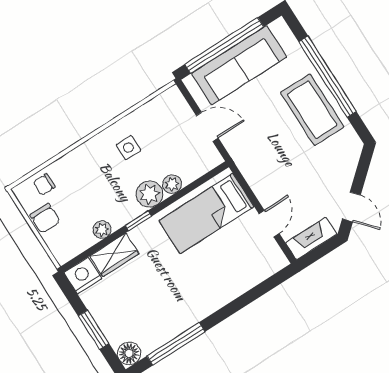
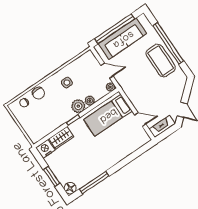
chair: (45, 218) -> (38, 93), moved
door: (269, 224) -> (140, 120), hinge flipped
plant: (102, 230) -> (110, 87), moved

